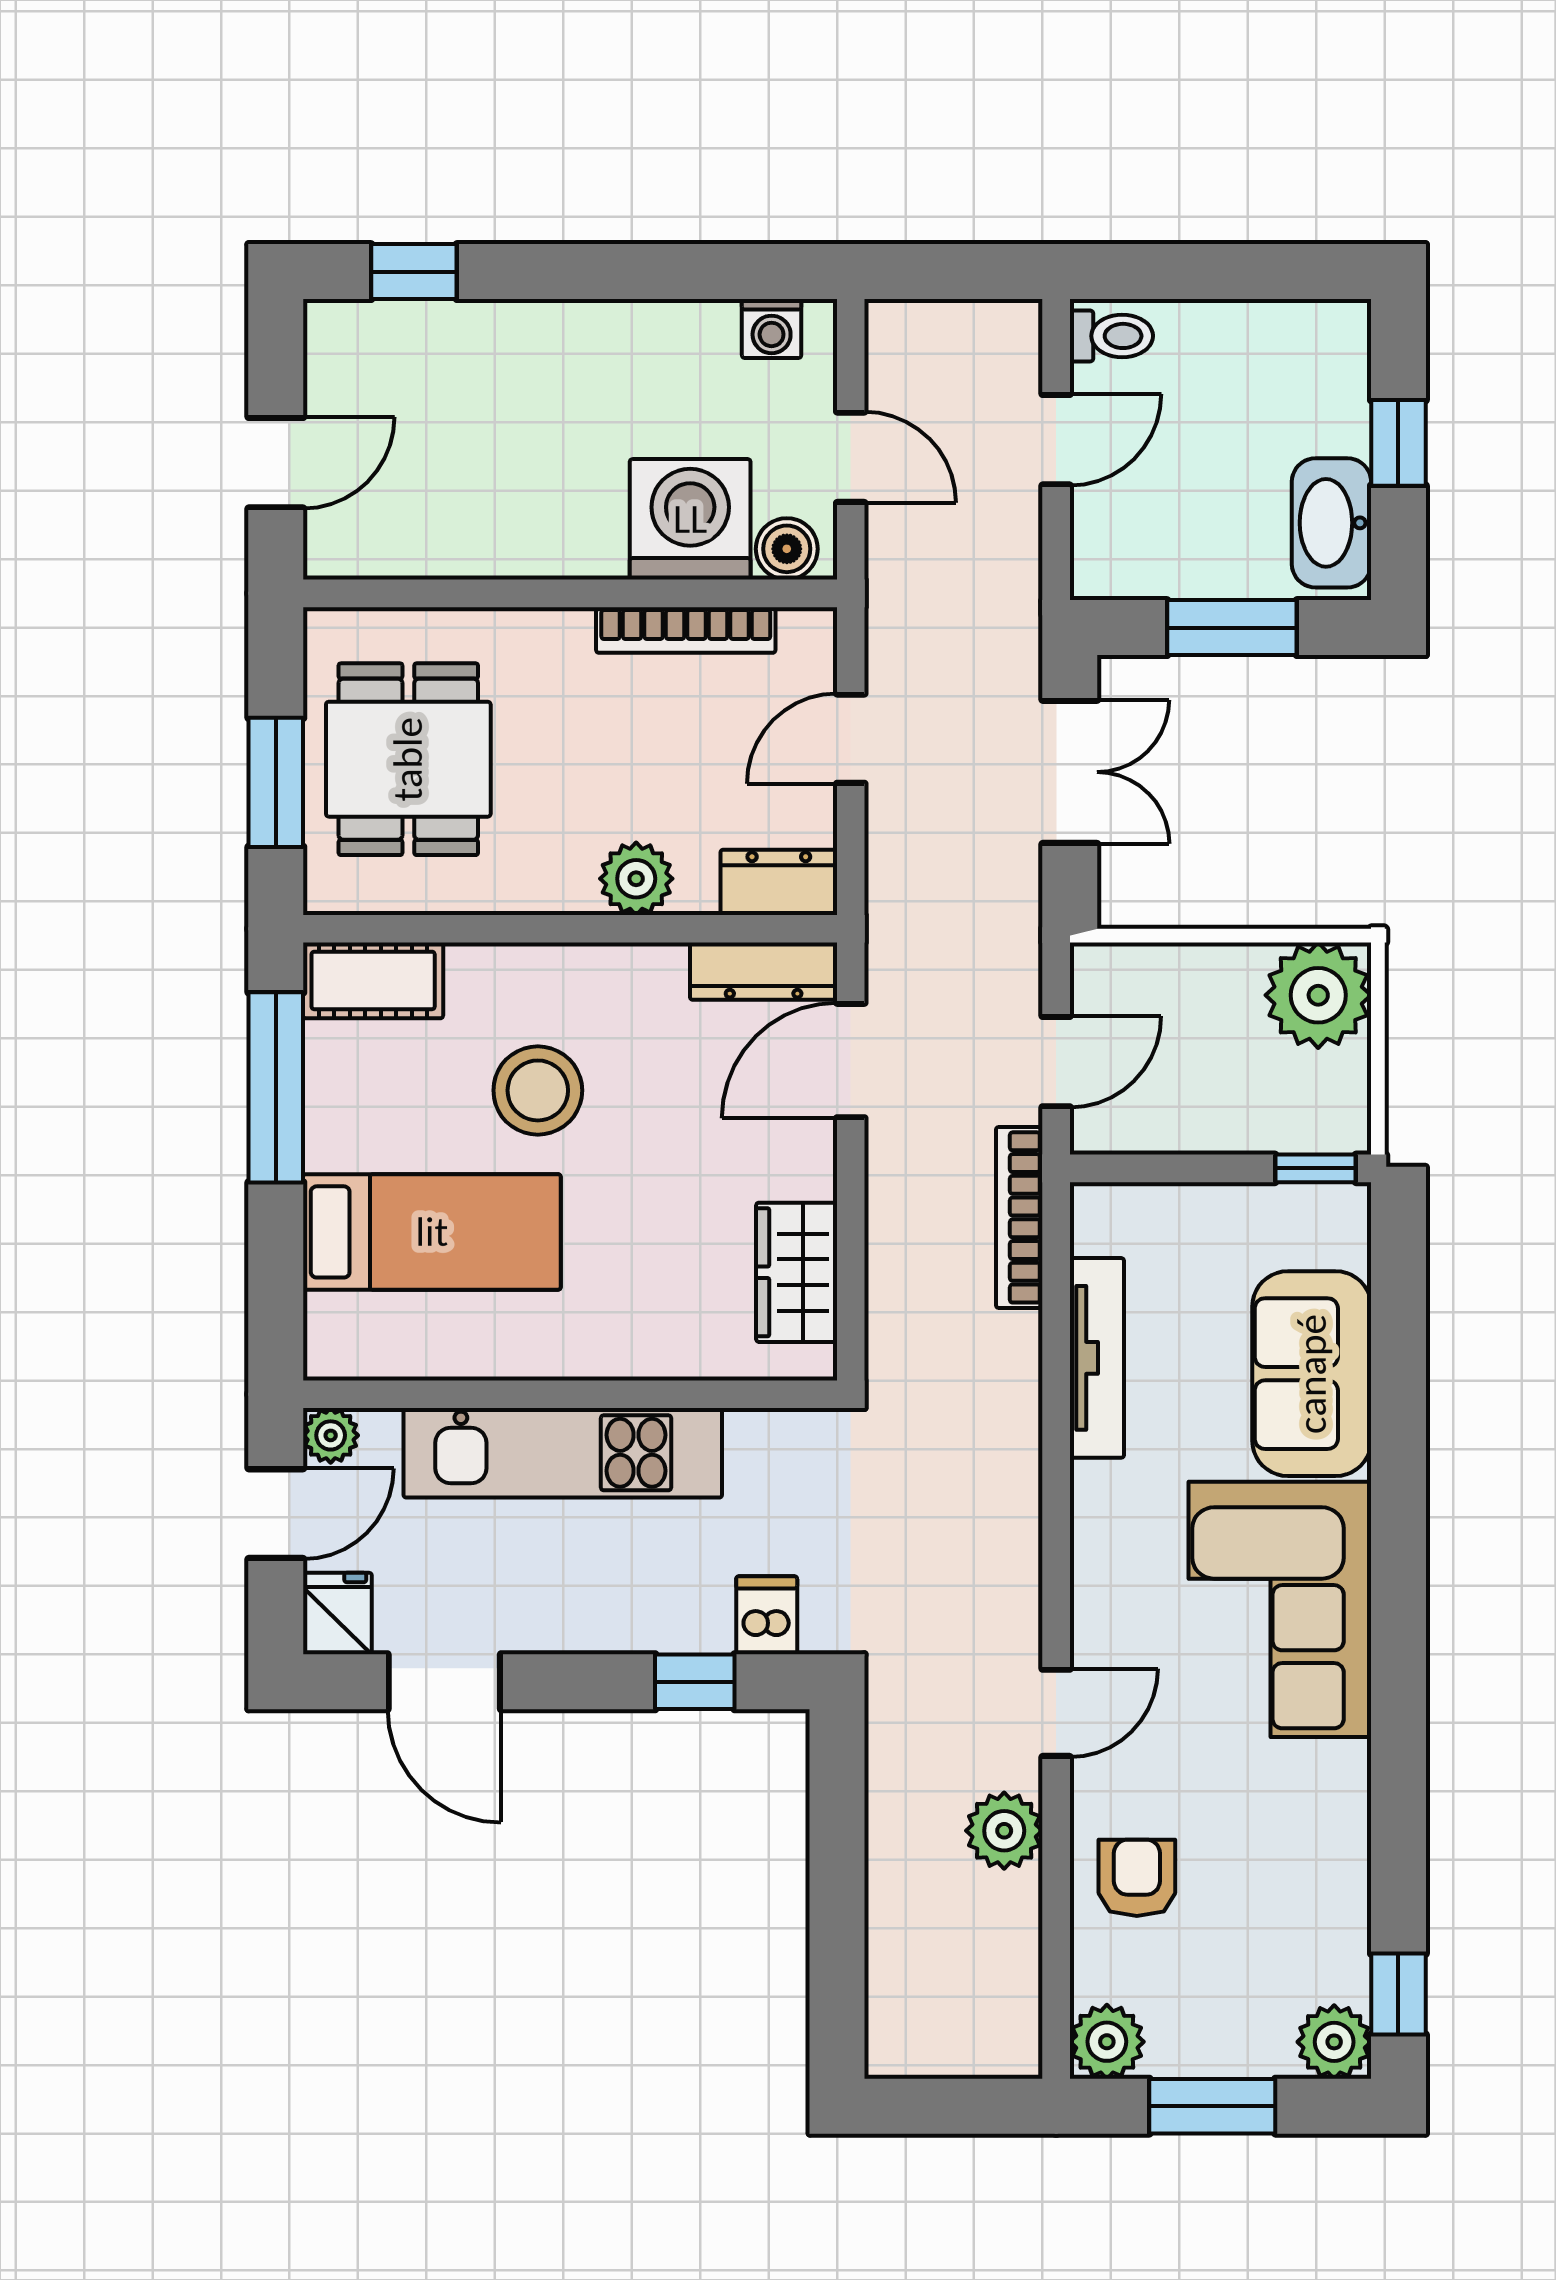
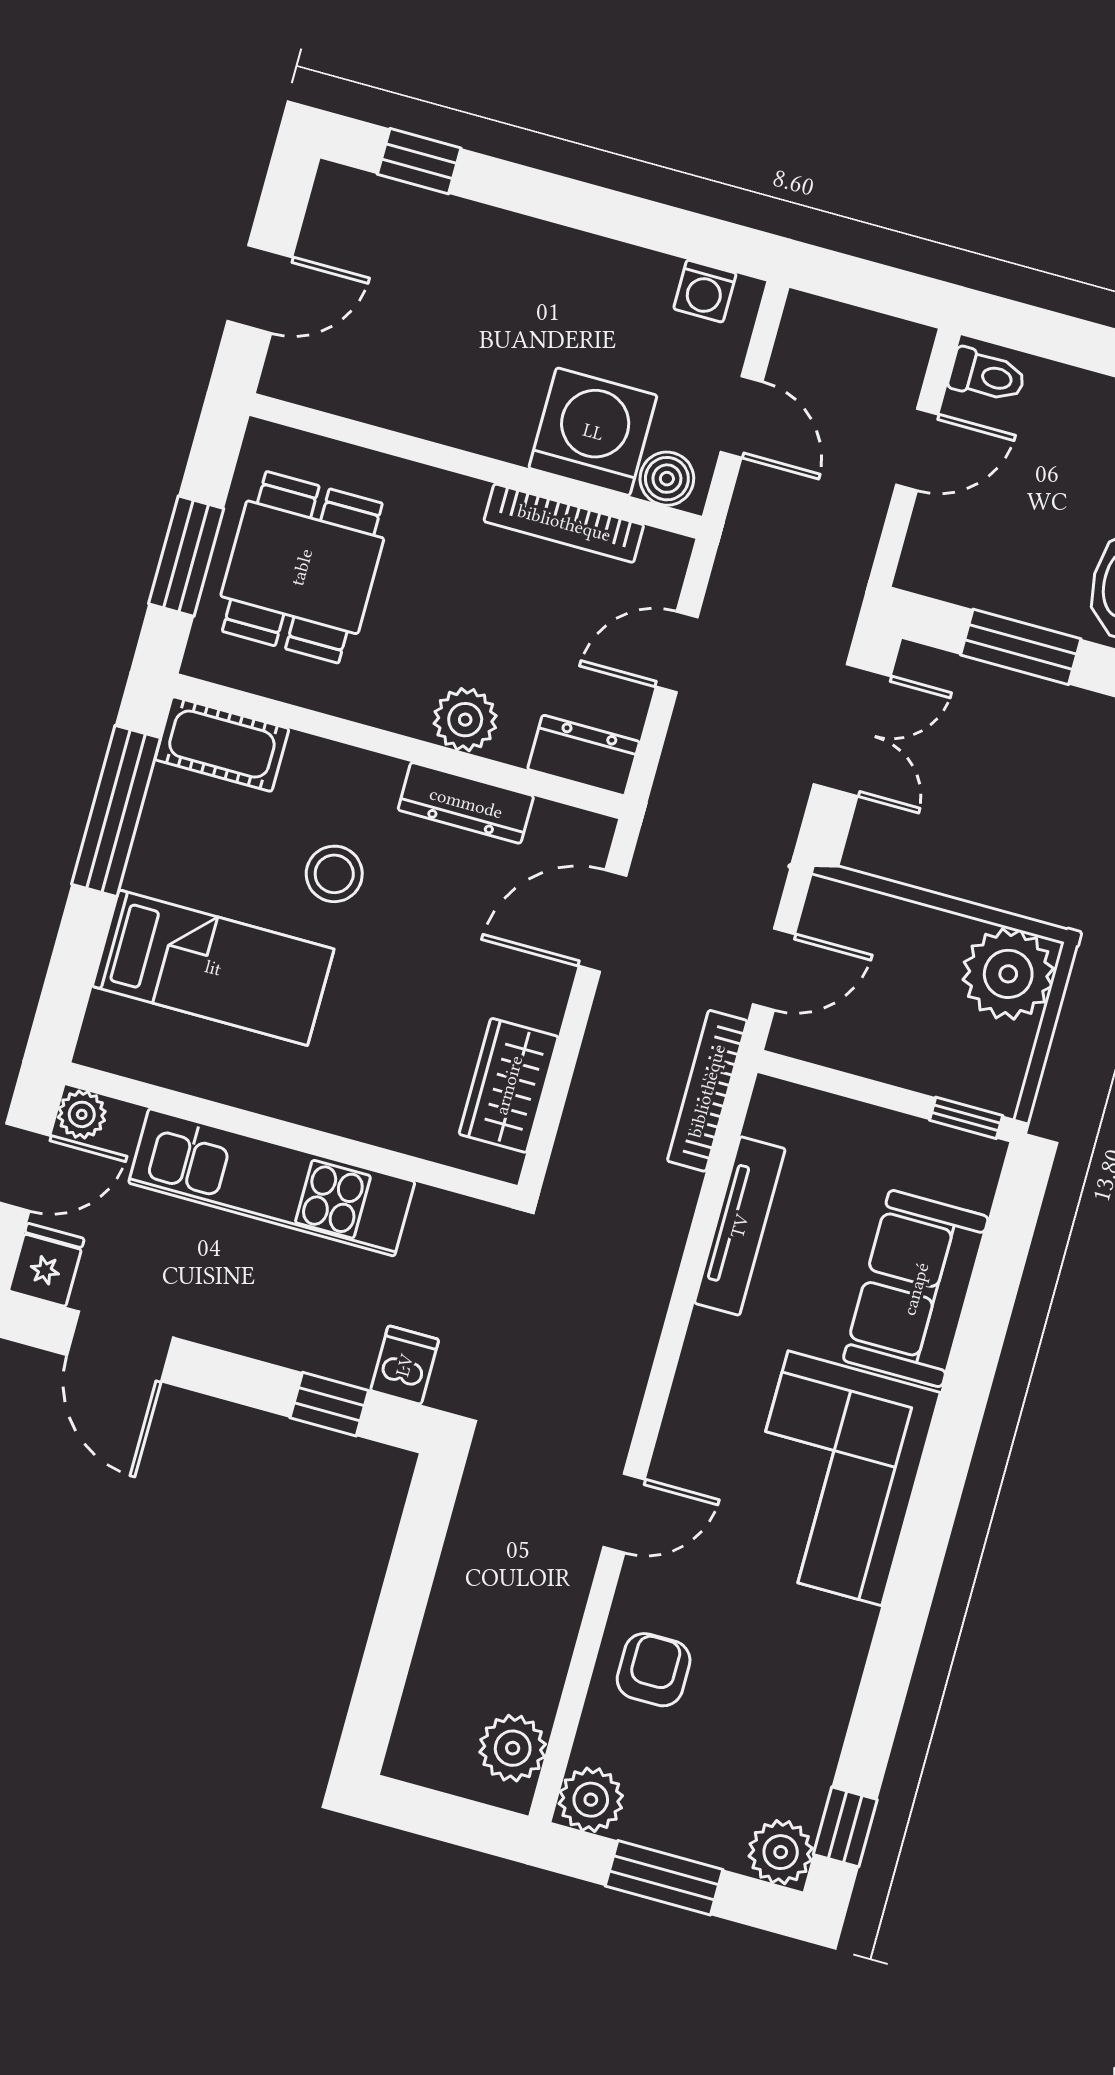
dresser: (764, 971) -> (466, 803), moved
stool: (538, 1090) -> (334, 874), width x0.73, depth x0.73
plant: (1004, 1831) -> (513, 1748), moved

